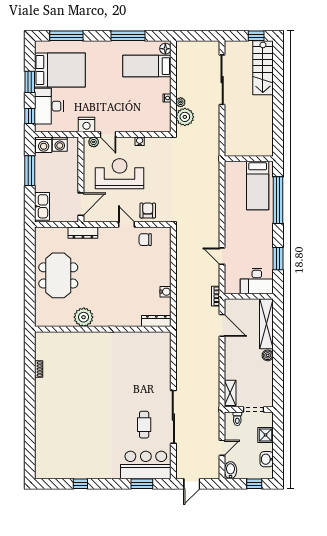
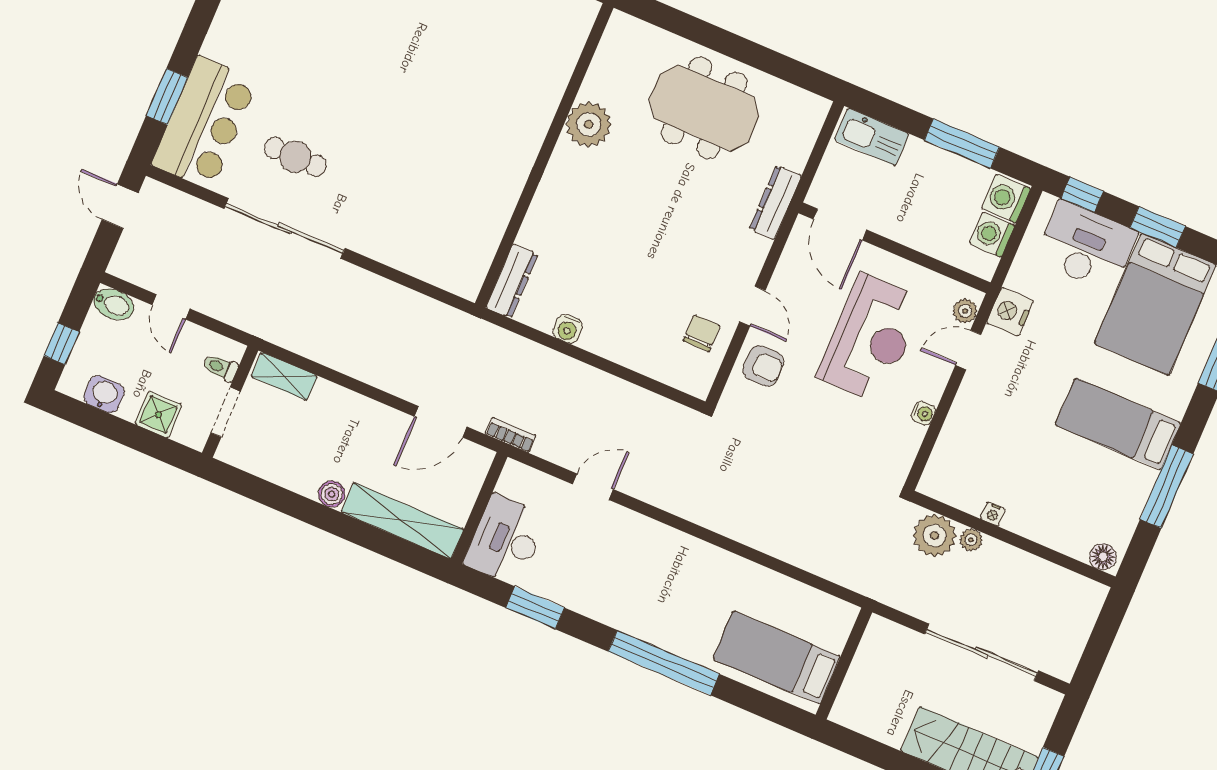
bed: (147, 66) -> (1118, 424), moved, turned -90
wall: (249, 159) -> (844, 663), moved
bed: (258, 186) -> (777, 658), moved
door: (127, 224) -> (752, 306), hinge flipped

